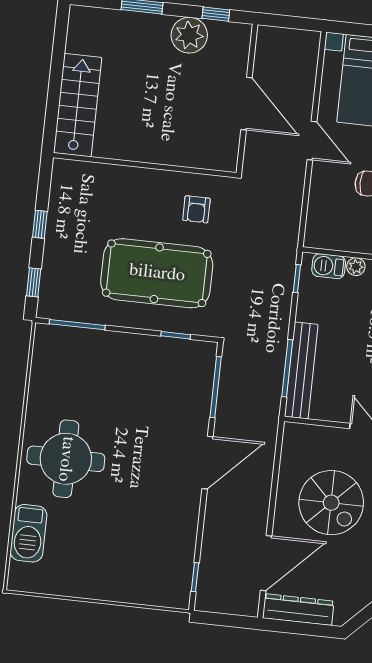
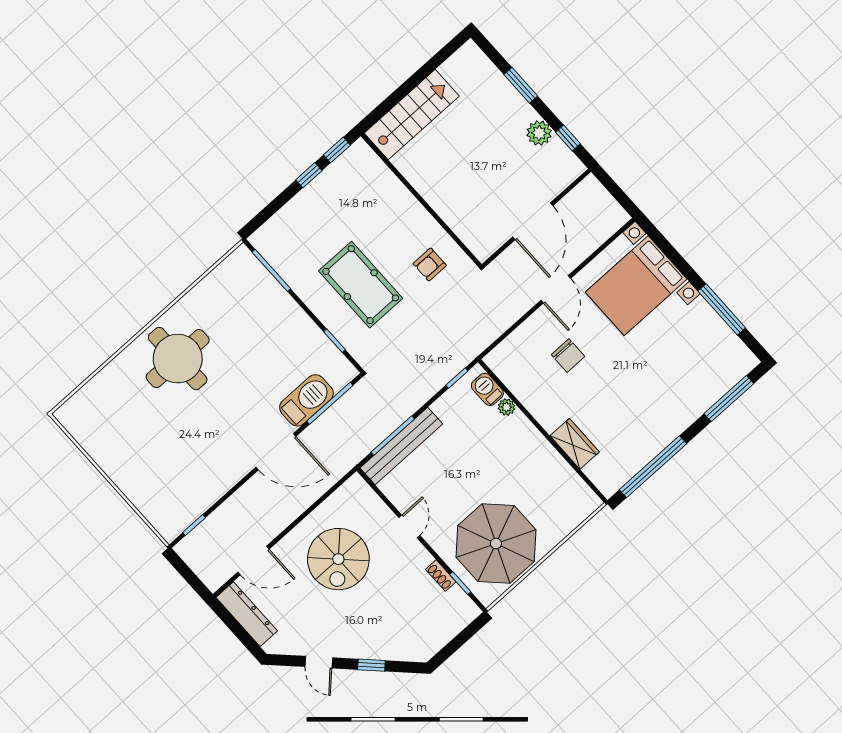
plant: (189, 35) -> (539, 133), width x0.73, depth x0.73
pool table: (157, 273) -> (361, 285), width x0.73, depth x0.76
window: (34, 282) -> (337, 150), moved
barbecue: (29, 533) -> (306, 400), moved, turned 180
door: (266, 563) -> (253, 561), width x0.73

